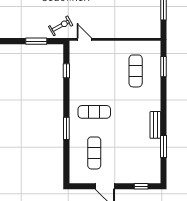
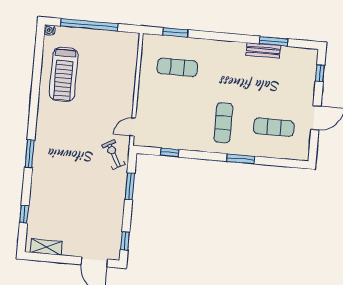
bench: (155, 125) -> (263, 50), moved

